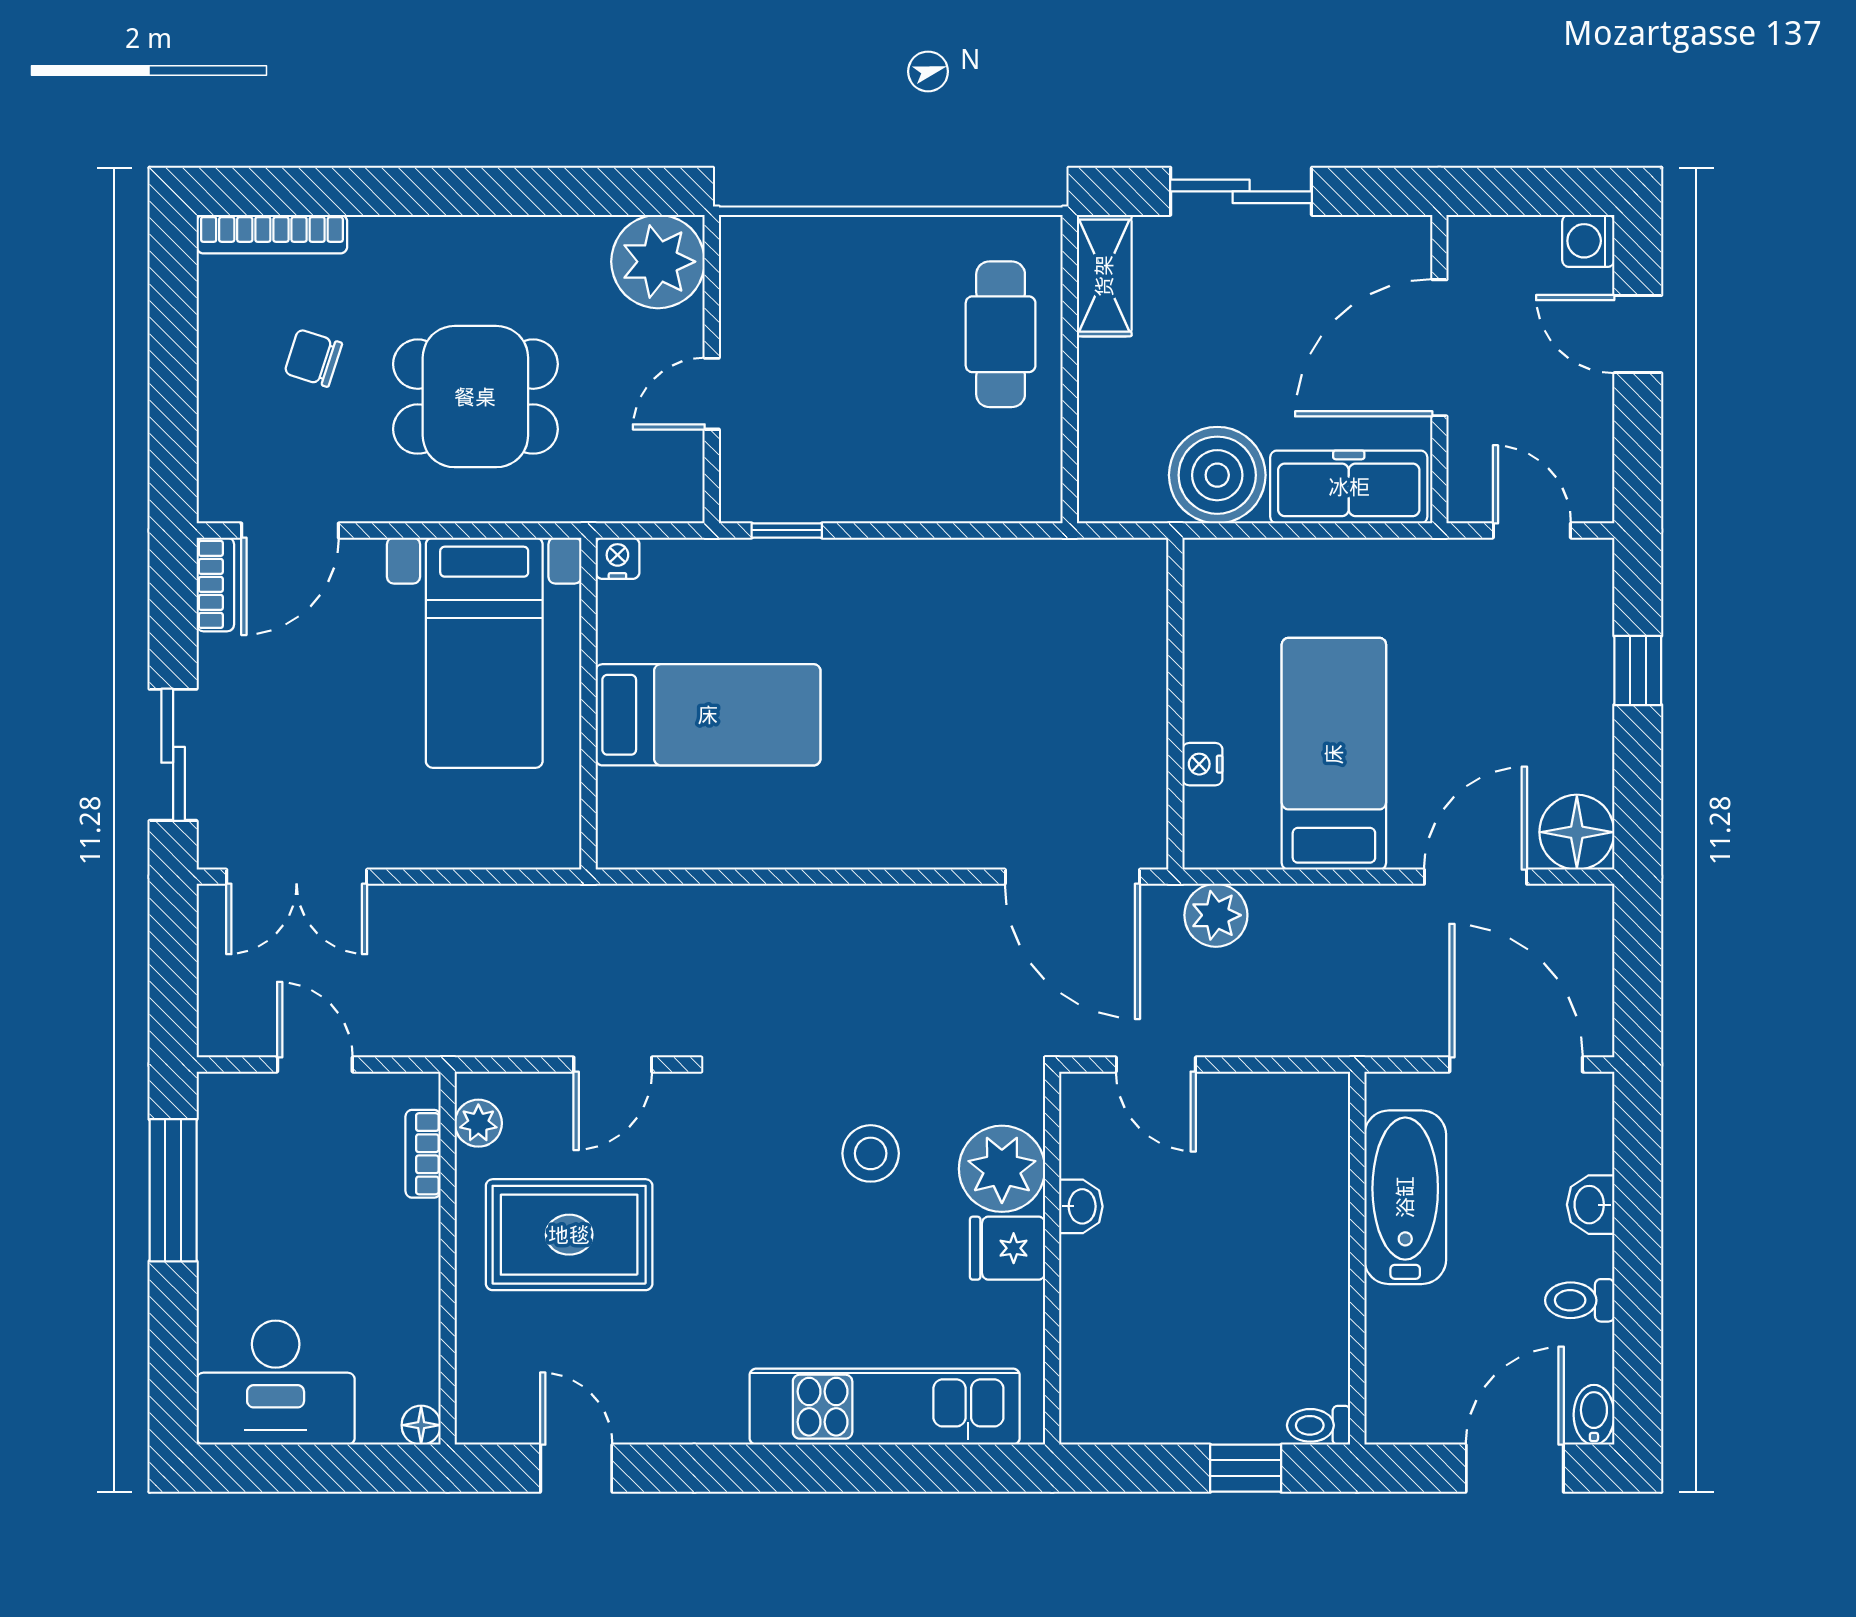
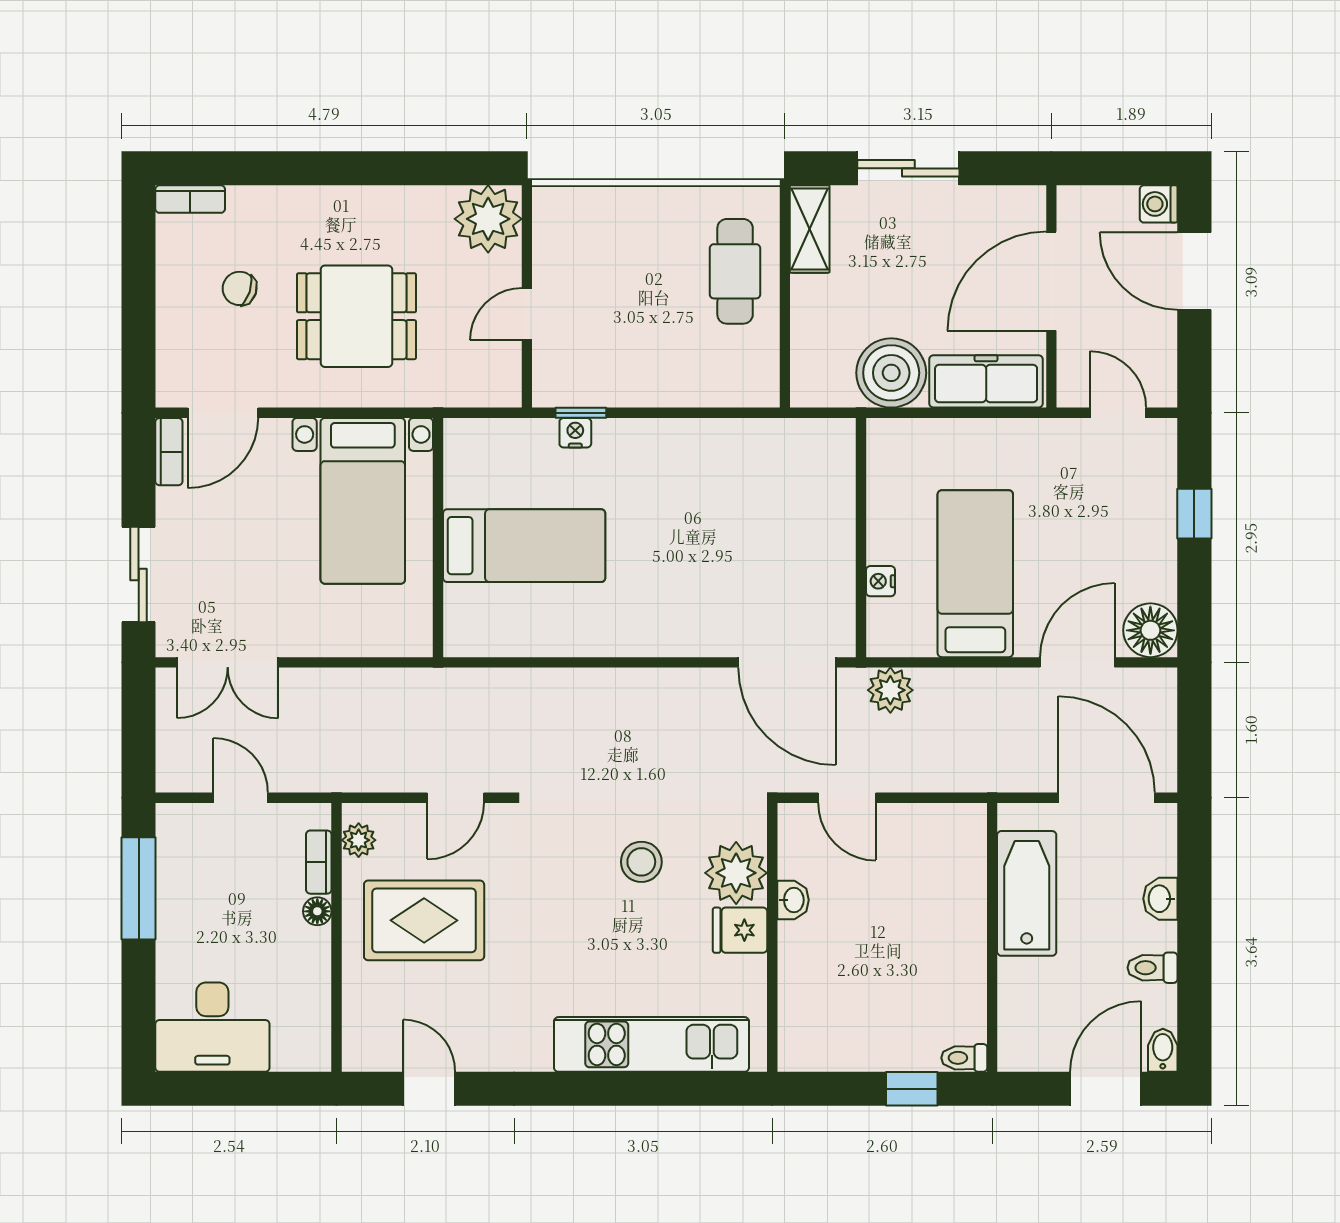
bookcase: (272, 234) -> (190, 199), width x0.64
door: (1638, 334) -> (1194, 271), width x1.38
nightstand: (617, 558) -> (575, 433), moved
floor lamp: (421, 1425) -> (317, 911), moved

